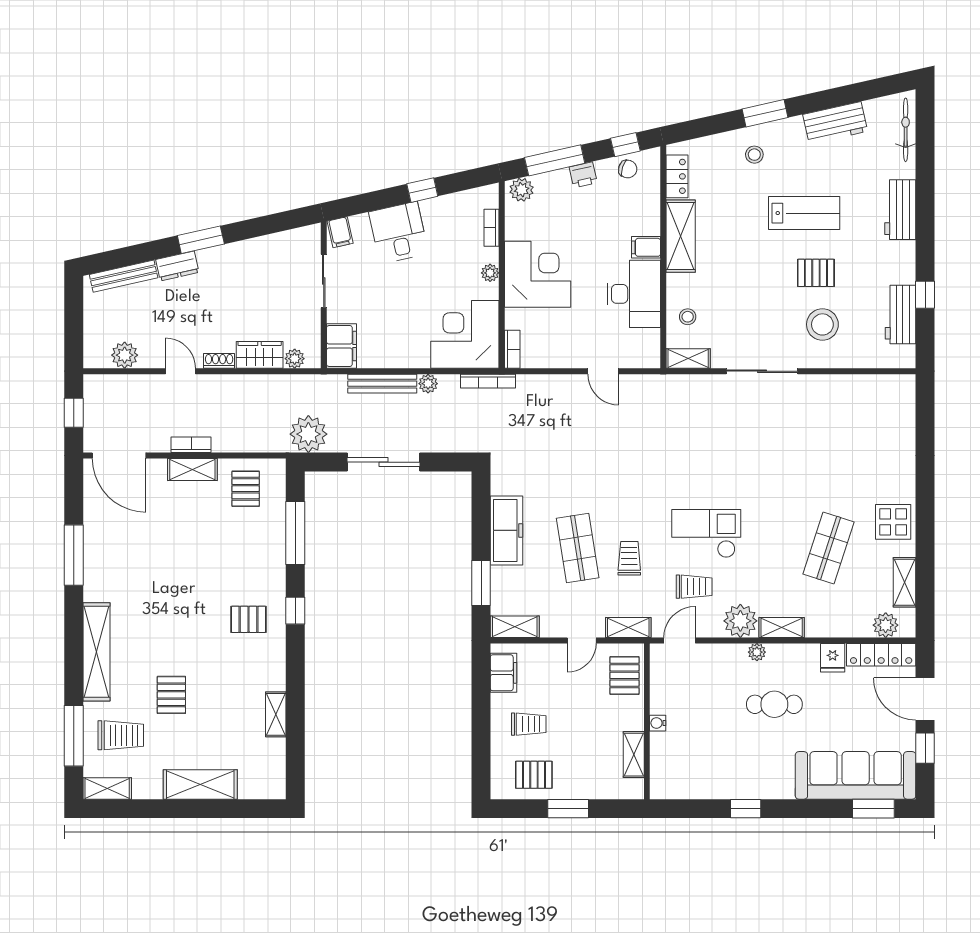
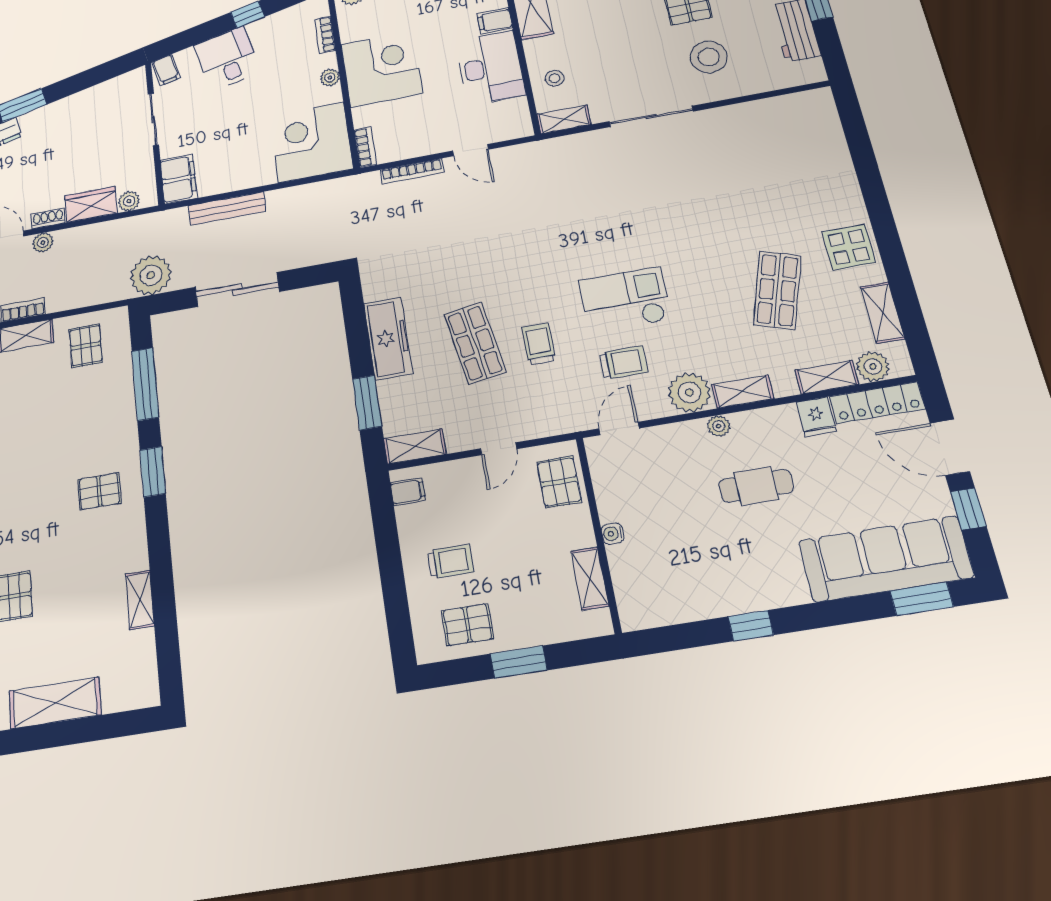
bookcase: (488, 381) -> (412, 171), moved
plant: (428, 384) -> (43, 243), moved
window: (295, 611) -> (153, 472), width x1.50
shelving: (628, 628) -> (827, 377), moved
filing cabinet: (504, 673) -> (408, 492), width x0.50

